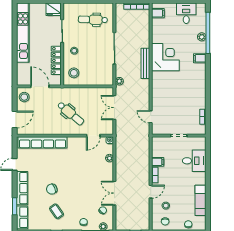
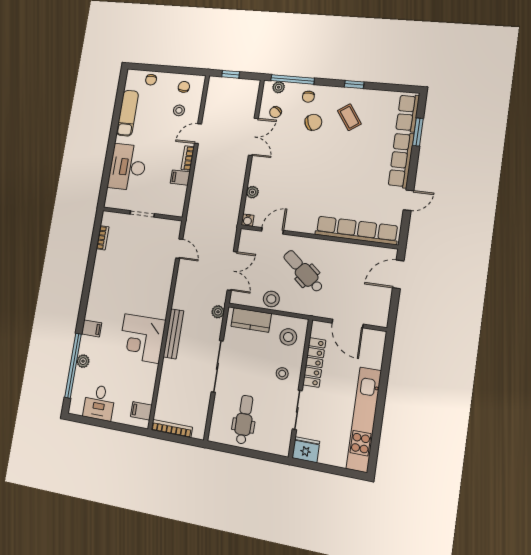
dental chair: (93, 20) -> (244, 420), turned -92
kitchen counter: (98, 79) -> (251, 320), added
stool: (24, 97) -> (271, 299), moved
desk: (194, 161) -> (127, 167), width x1.37
chair: (52, 189) -> (313, 122), moved

